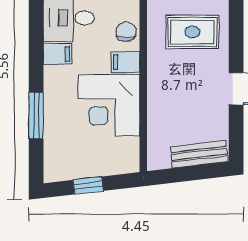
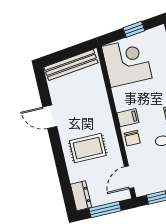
corner desk: (109, 105) -> (127, 62), moved
bench: (199, 154) -> (71, 65), width x1.36

